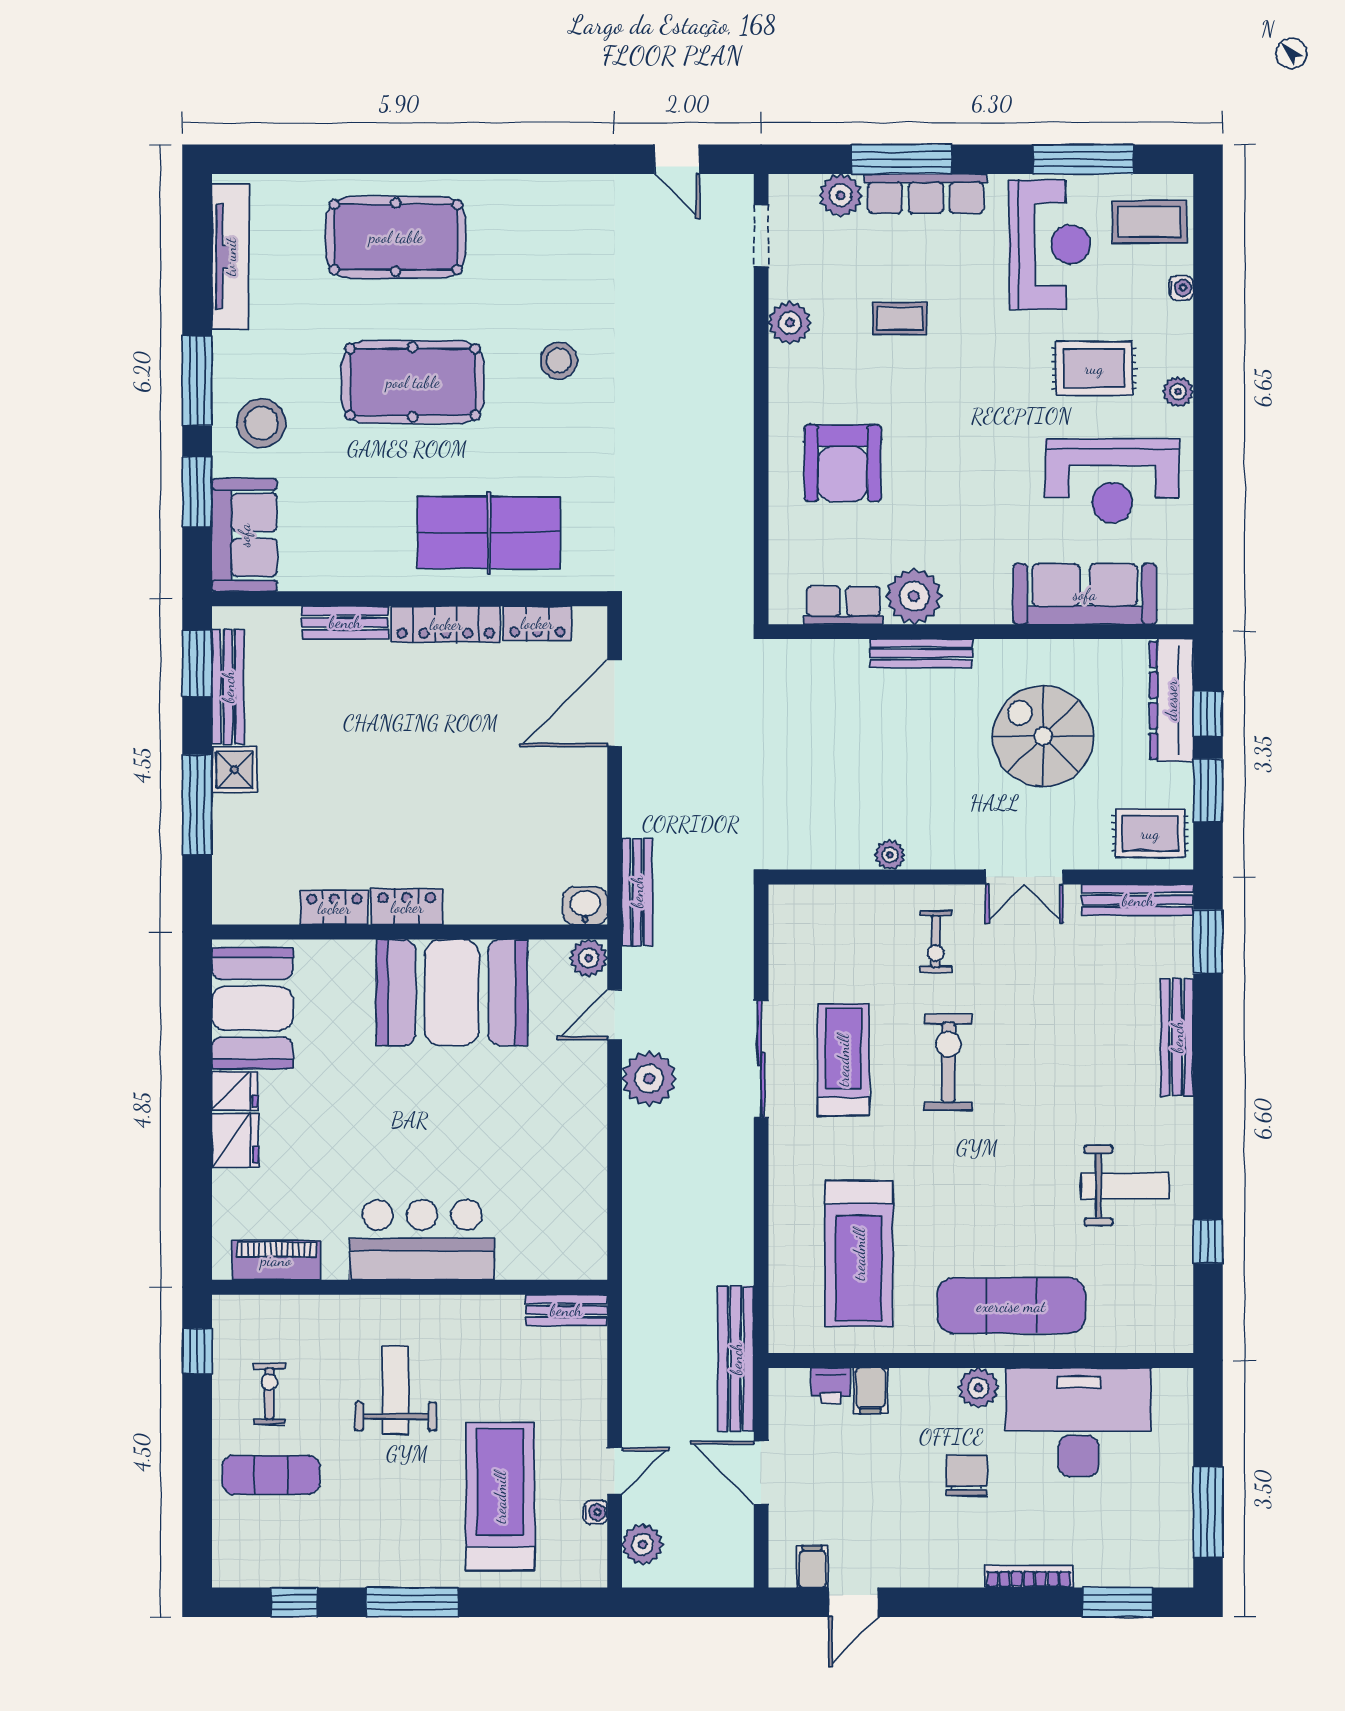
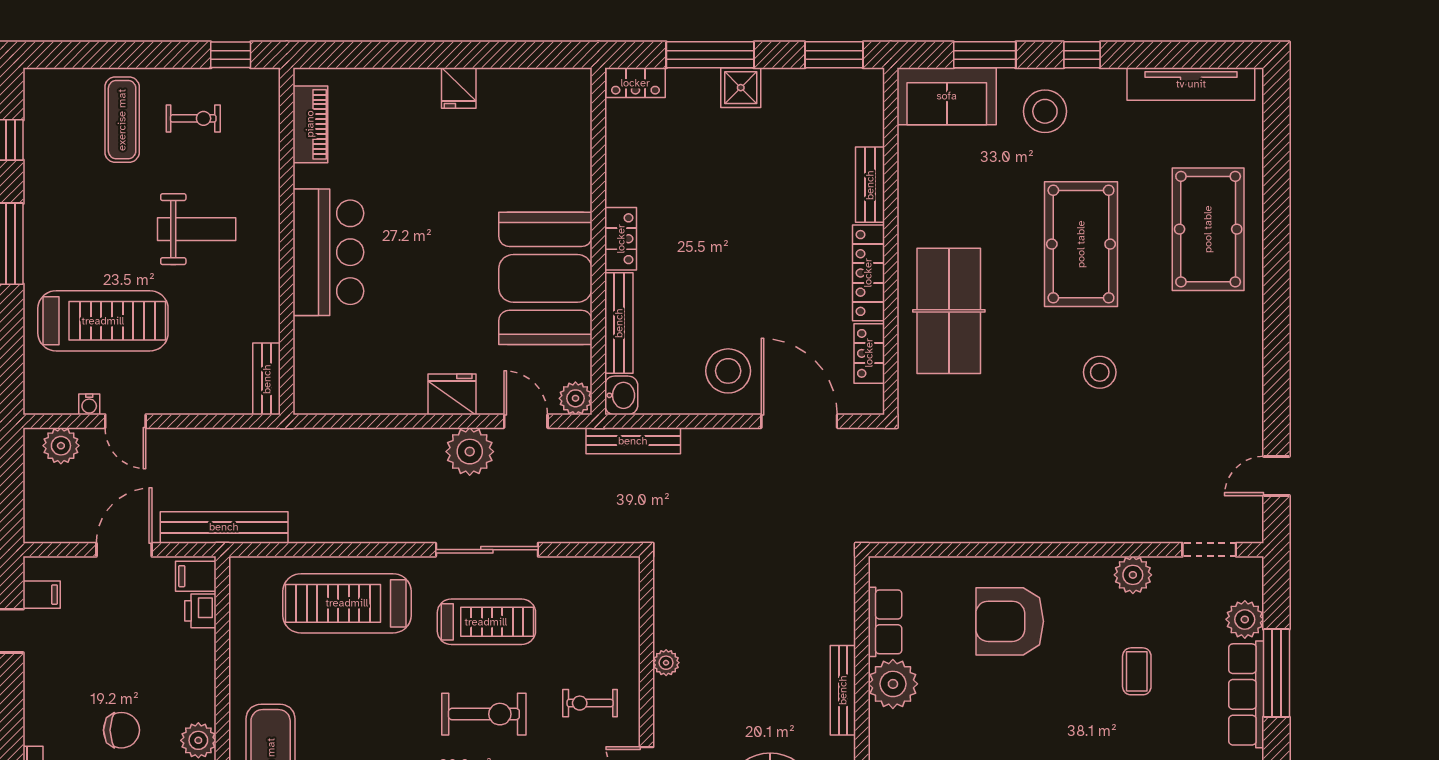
window: (197, 381) -> (1082, 55), width x0.46
bench: (228, 687) -> (619, 323), moved, turned 90
stool: (557, 784) -> (728, 371), added
locker: (334, 908) -> (635, 83), moved, turned 90
booth: (252, 1008) -> (531, 103), removed
fridge: (235, 1141) -> (452, 394), moved, turned 180
treadmill: (859, 1254) -> (347, 603), moved
filing cabinet: (870, 1391) -> (196, 576), moved

